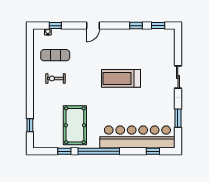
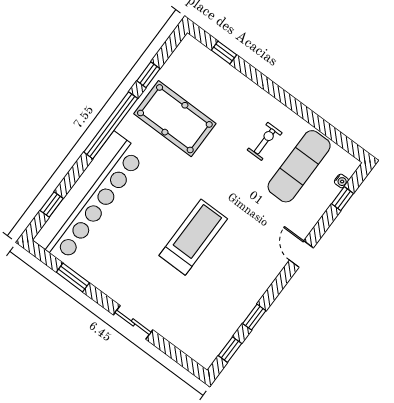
exercise mat: (55, 55) -> (299, 166), width x1.36, depth x1.45

